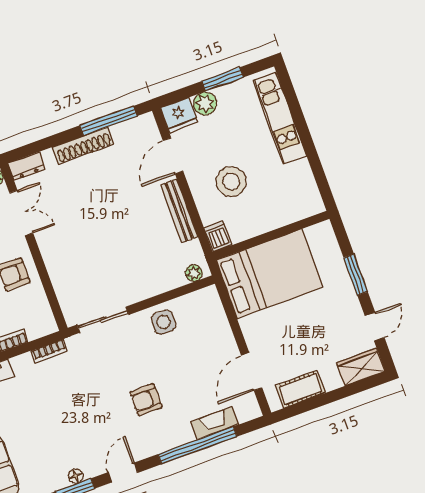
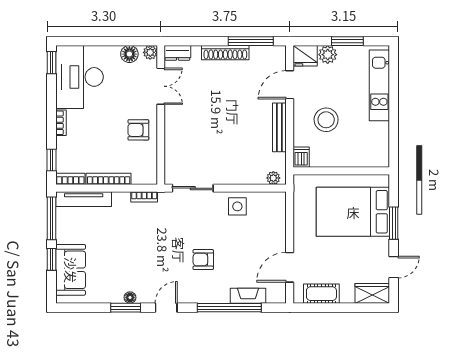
bed: (269, 274) -> (353, 212), moved, turned 180

